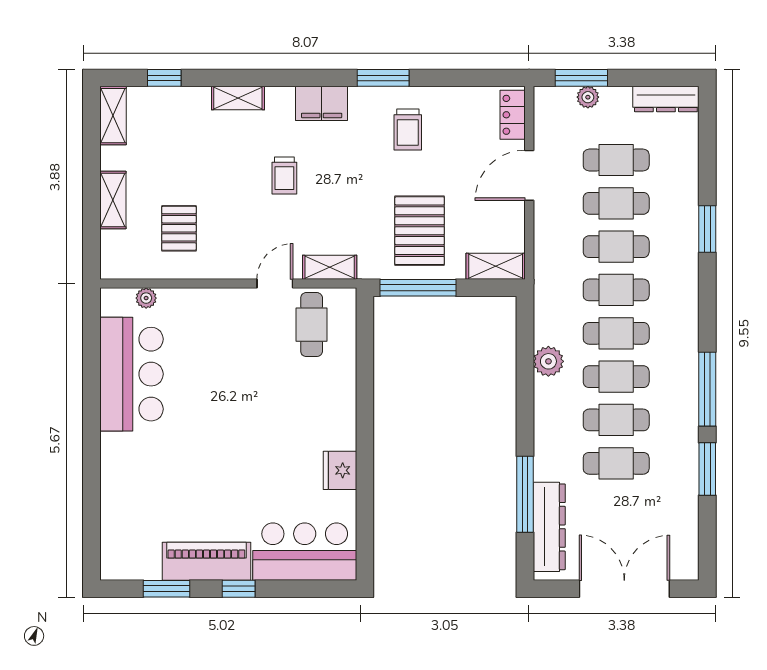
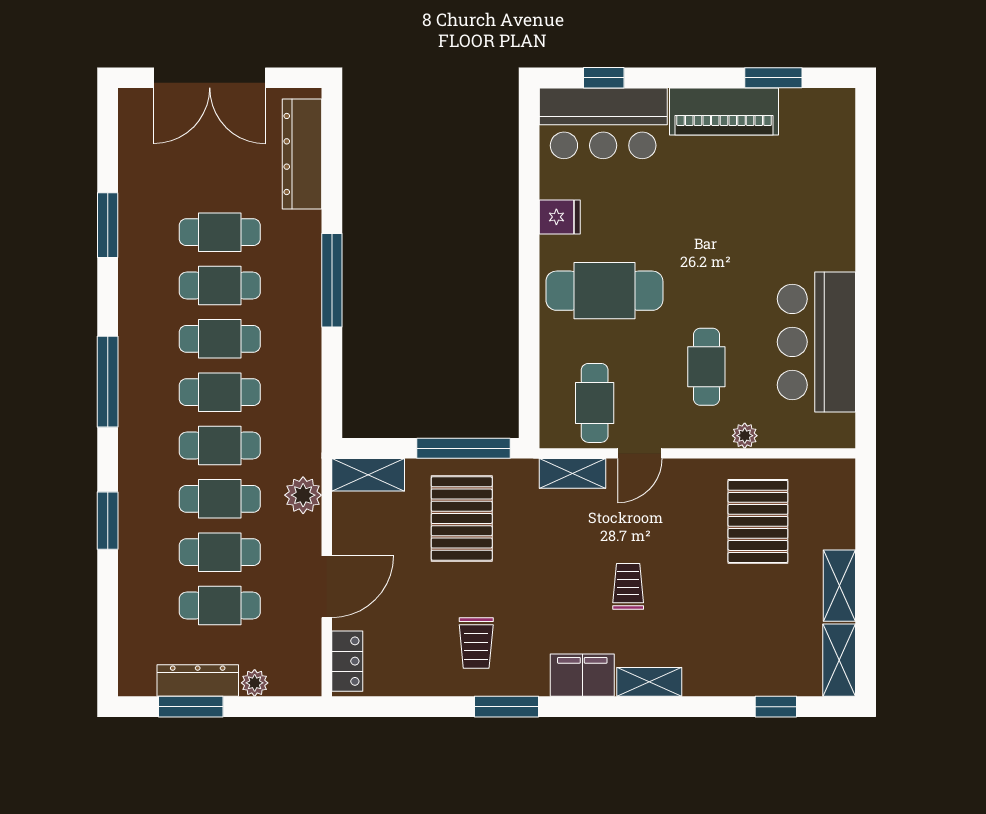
window: (581, 78) -> (191, 707), moved
shelving: (238, 98) -> (649, 682), moved
dresser: (666, 99) -> (198, 681), moved
trolley: (408, 130) -> (476, 643), turned 180
shelving: (113, 200) -> (839, 586), moved
pallet: (179, 228) -> (758, 521), width x1.50, depth x1.42
plant: (146, 298) -> (745, 436), moved
cafe table: (221, 354) -> (706, 367), added
plant: (548, 361) -> (303, 495), moved
window: (707, 389) -> (108, 382), moved
cafe table: (304, 416) -> (604, 291), added
fridge: (340, 470) -> (560, 217), width x0.72
window: (525, 494) -> (332, 280), moved
window: (239, 589) -> (604, 78), moved

